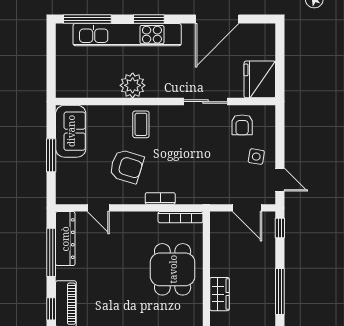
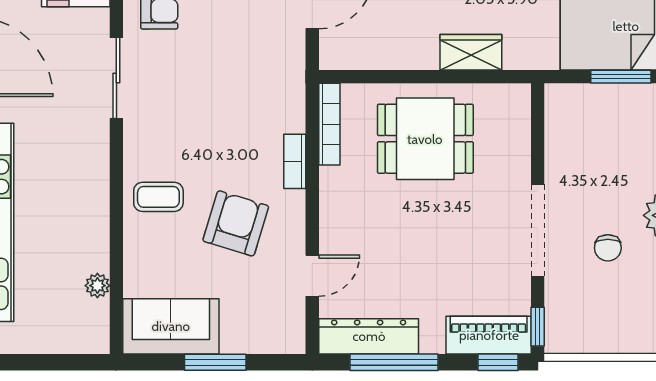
plant: (133, 85) -> (97, 286), moved, width x0.53, depth x0.53

